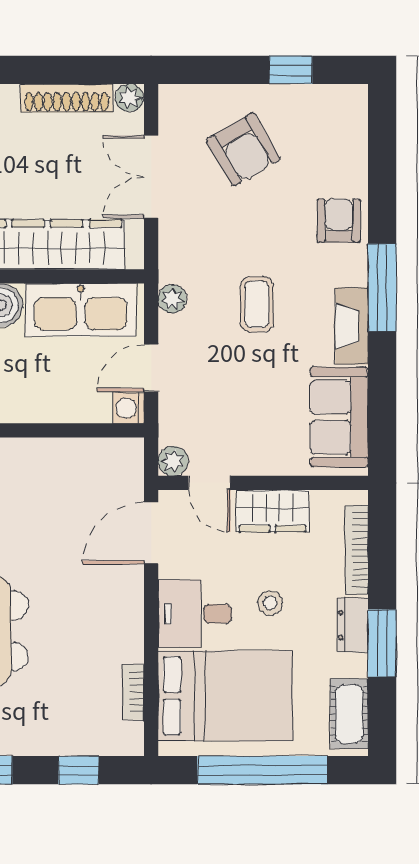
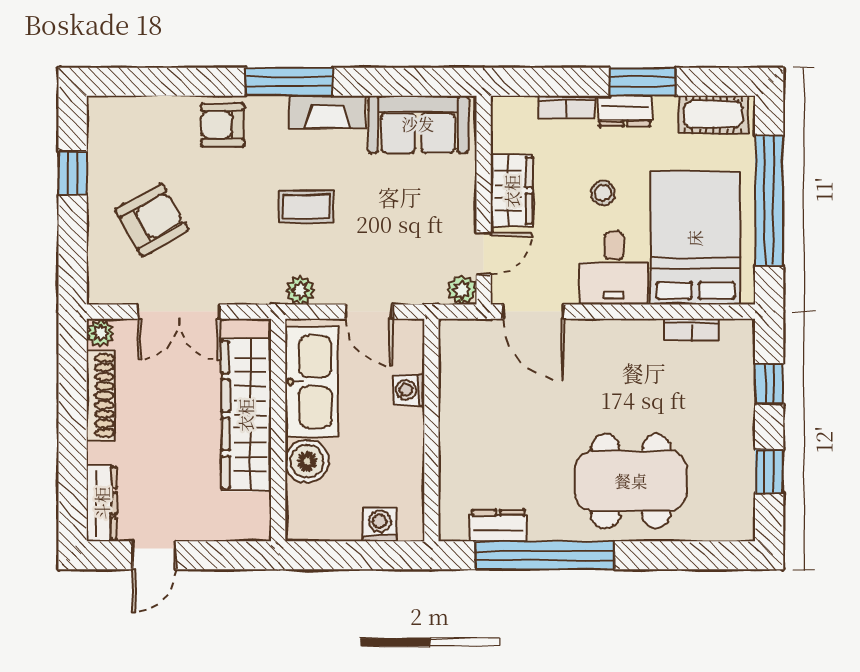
washing machine: (129, 408) -> (409, 390), moved, turned 90
bookcase: (357, 550) -> (566, 107), width x0.64

